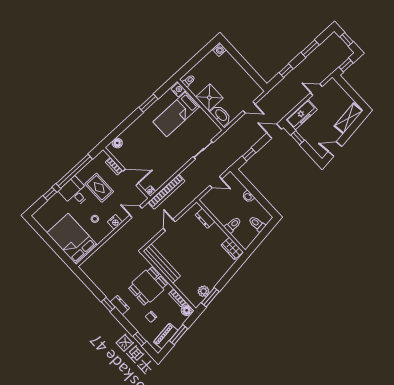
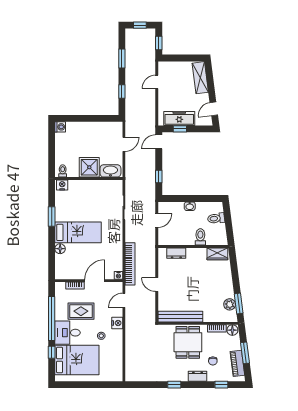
bed: (177, 114) -> (78, 232), moved, turned -90
freezer: (302, 115) -> (179, 118), moved, turned -90
floor lamp: (117, 143) -> (60, 249), moved
bed: (72, 239) -> (77, 360), moved, turned 180
dresser: (120, 305) -> (198, 376), moved

